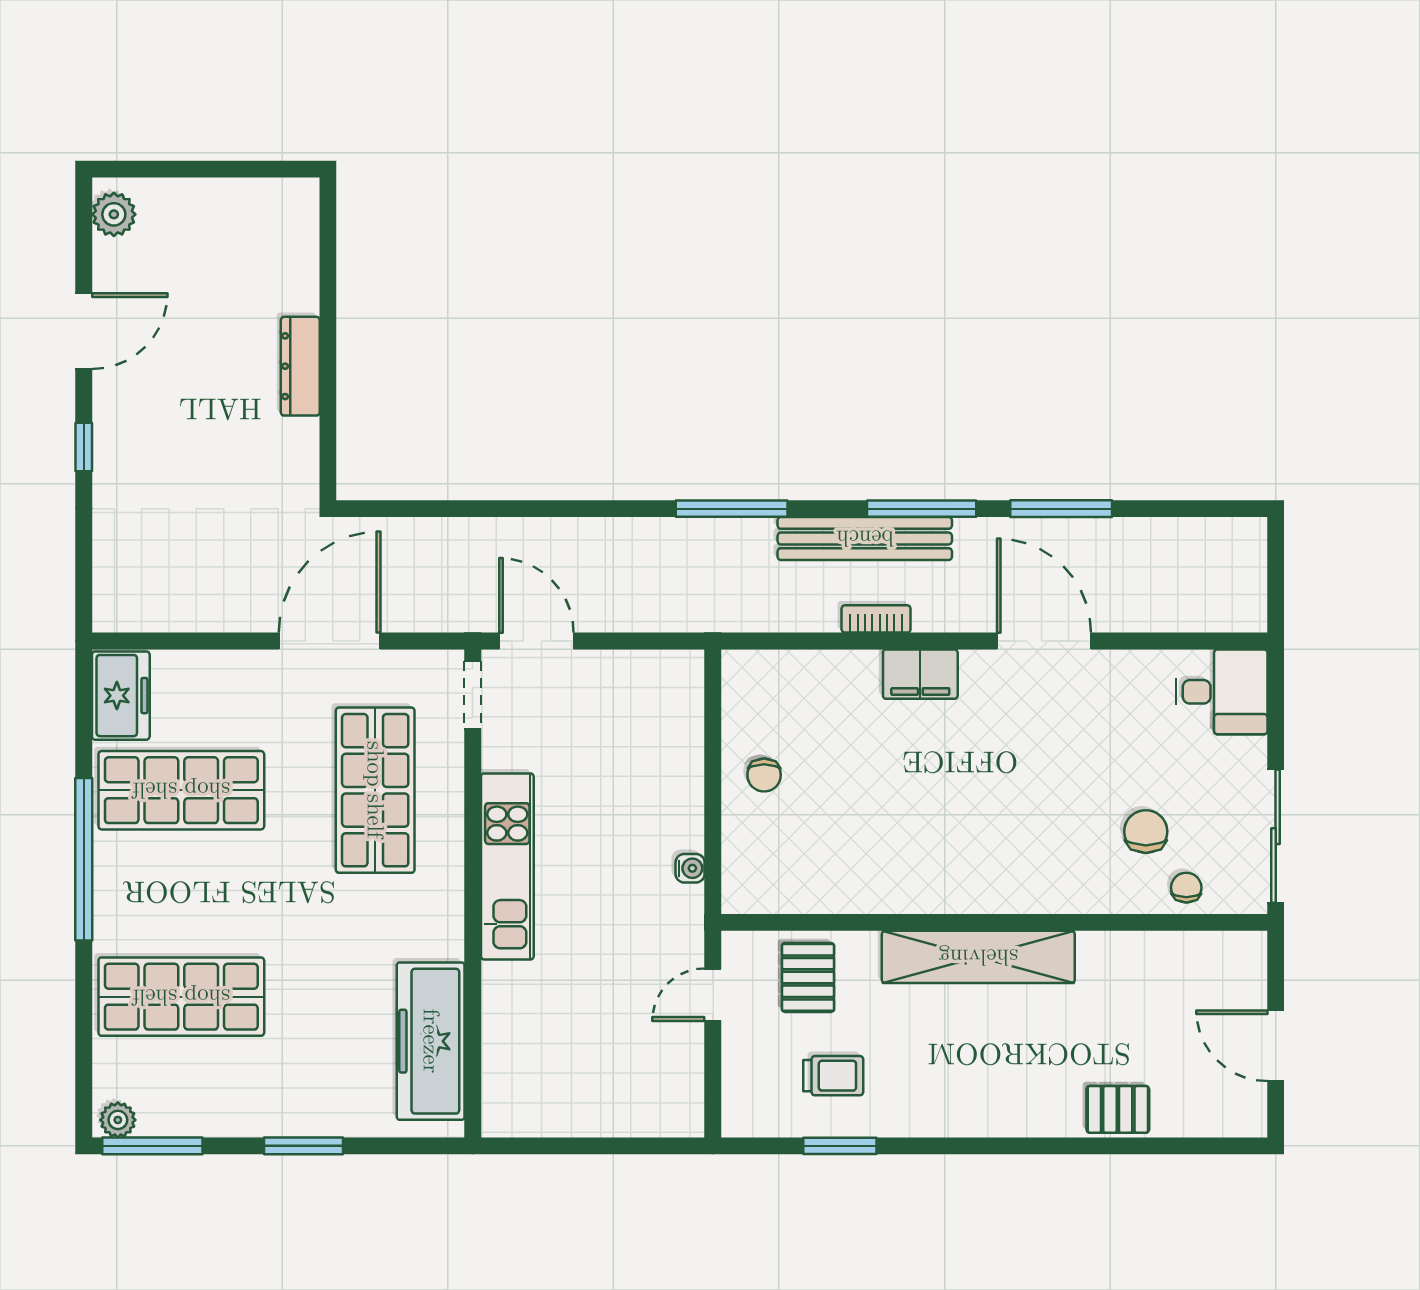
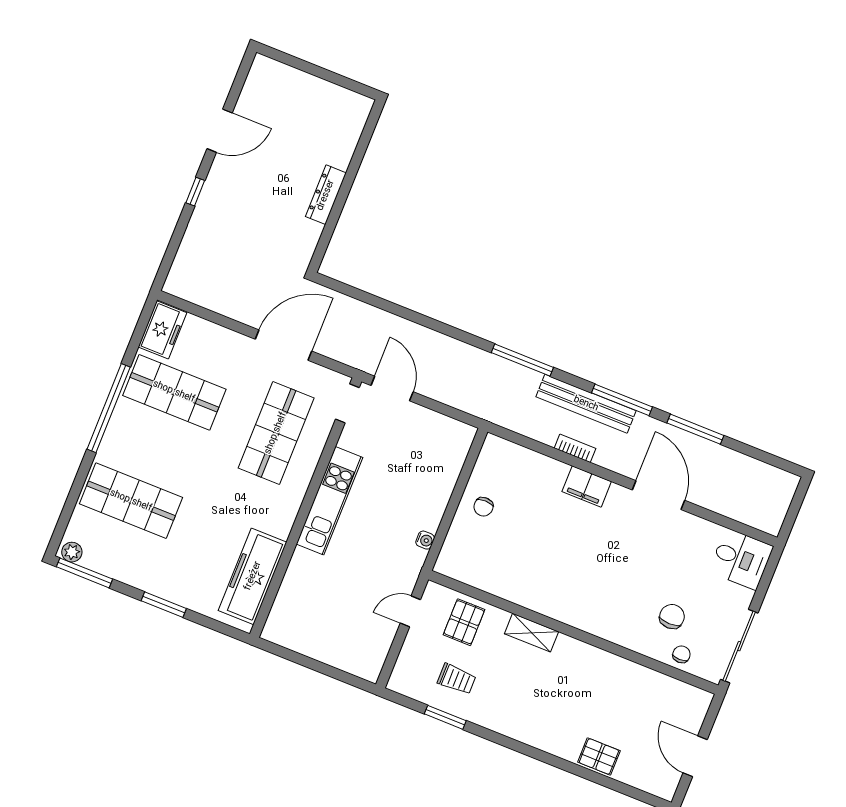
plant: (114, 214) -> (260, 76), removed
shelving: (978, 957) -> (532, 633), width x0.45, depth x0.75

